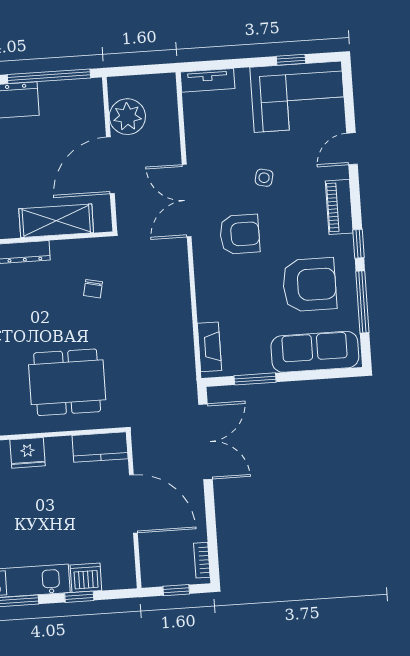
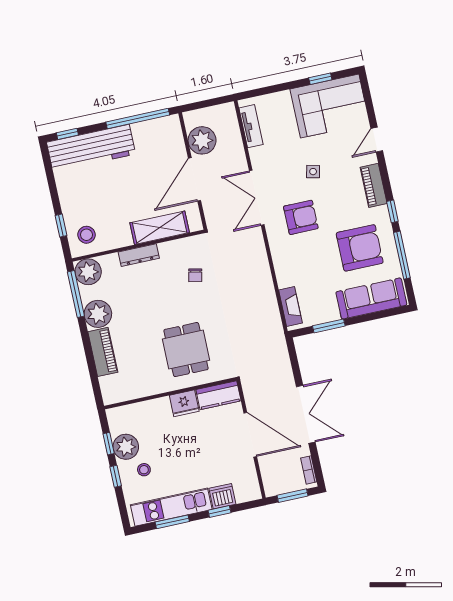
tv unit: (208, 80) -> (251, 126), moved, turned -90
dining table: (67, 382) -> (186, 350), width x0.73
double door: (205, 442) -> (306, 414), moved
fridge: (28, 453) -> (184, 403), moved
window: (176, 590) -> (292, 496), width x1.50

